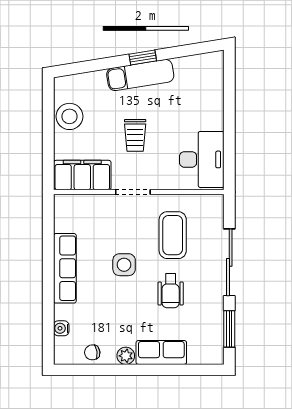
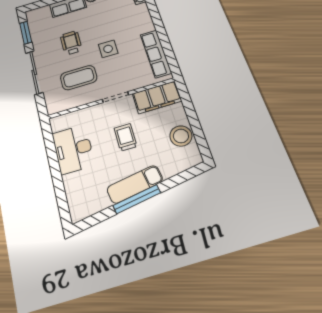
window: (143, 58) -> (137, 199), width x2.17
desk: (202, 159) -> (73, 149), moved
coffee table: (173, 235) -> (79, 78), turned 90
row of seats: (65, 268) -> (156, 54), moved

